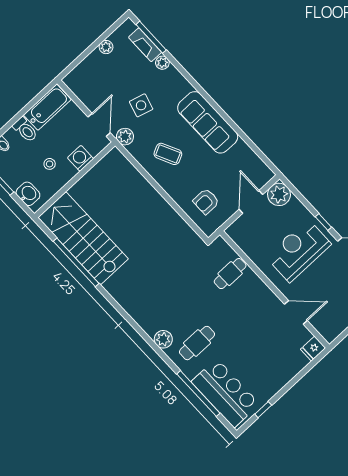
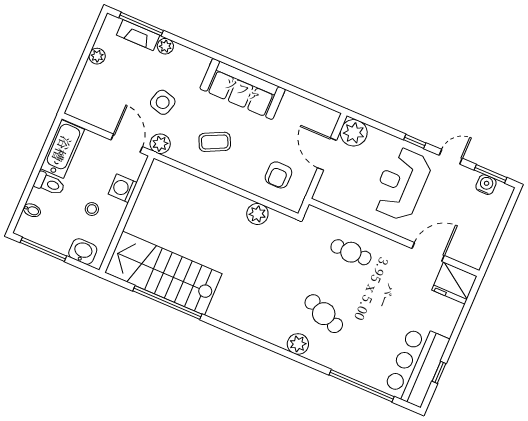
plant: (176, 224) -> (257, 214), added
cafe table: (230, 274) -> (351, 252), moved, turned 90
cafe table: (197, 343) -> (324, 314), moved, turned -67
fridge: (313, 349) -> (454, 283), width x1.88, depth x1.34
bar counter: (225, 393) -> (416, 365), moved, turned -90

